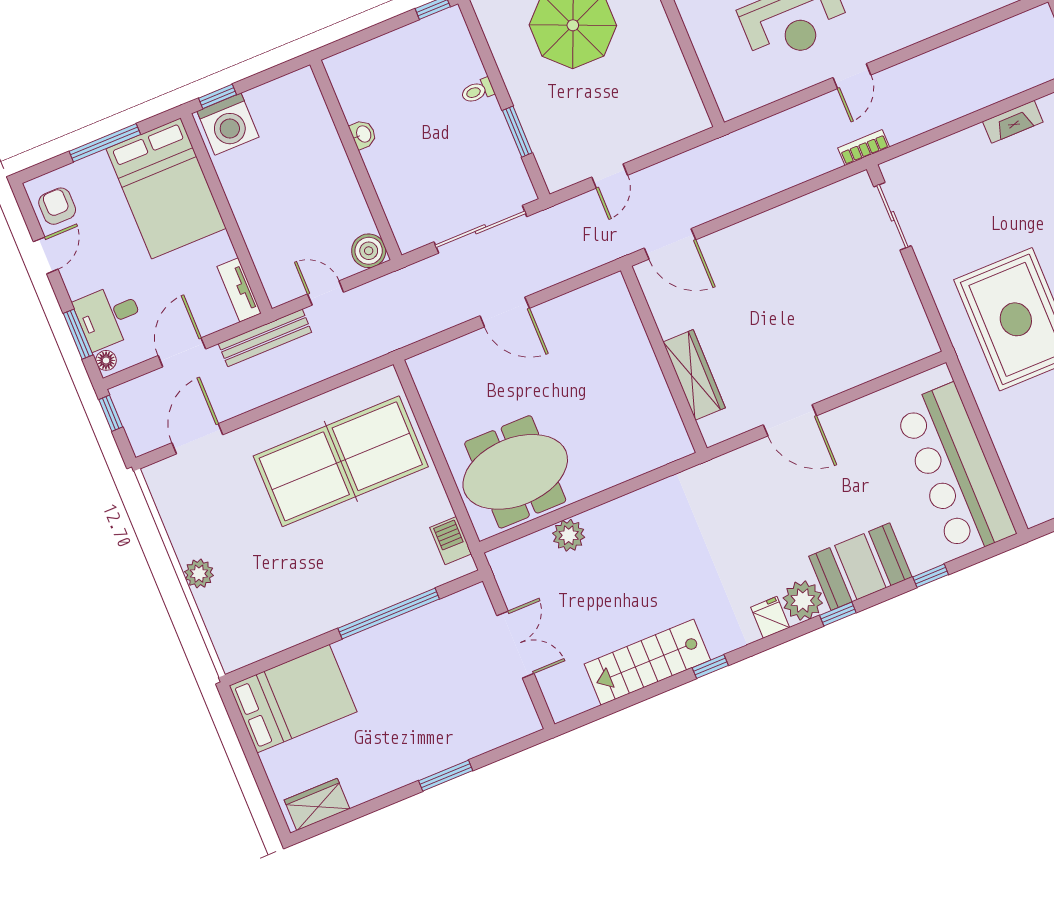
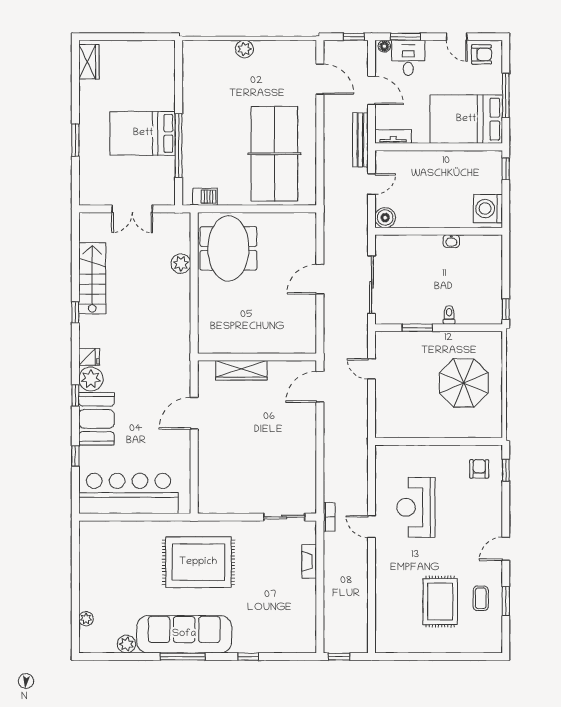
fireplace: (1013, 122) -> (309, 561), moved
washing machine: (228, 124) -> (488, 209), moved
bed: (293, 699) -> (143, 133), moved, turned 90

